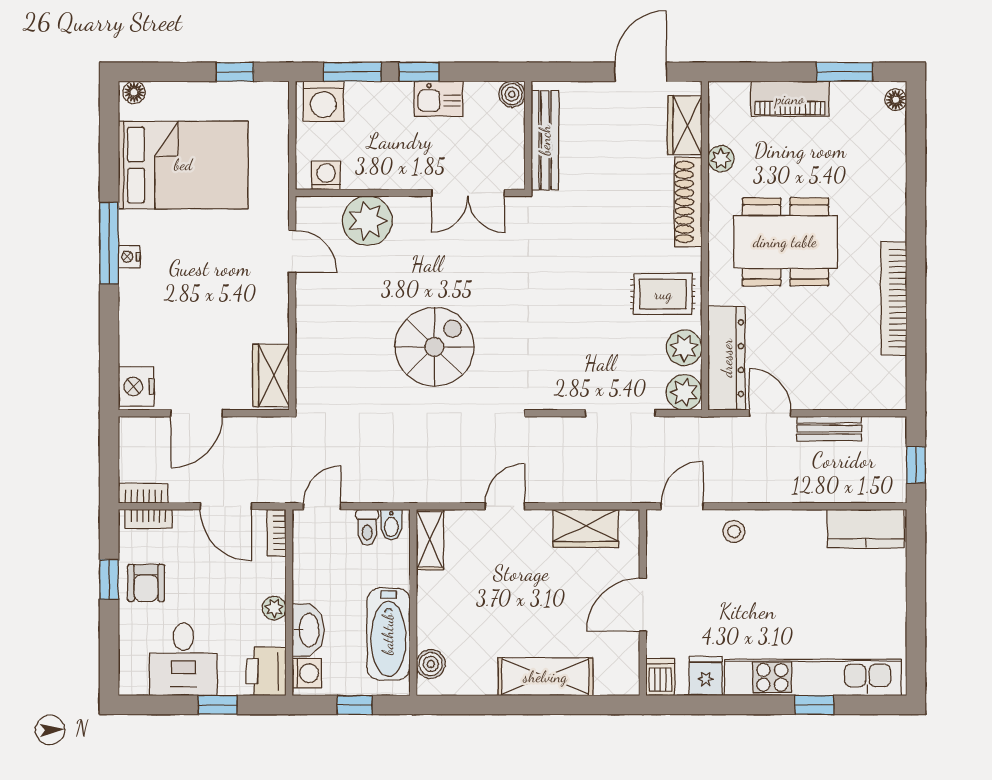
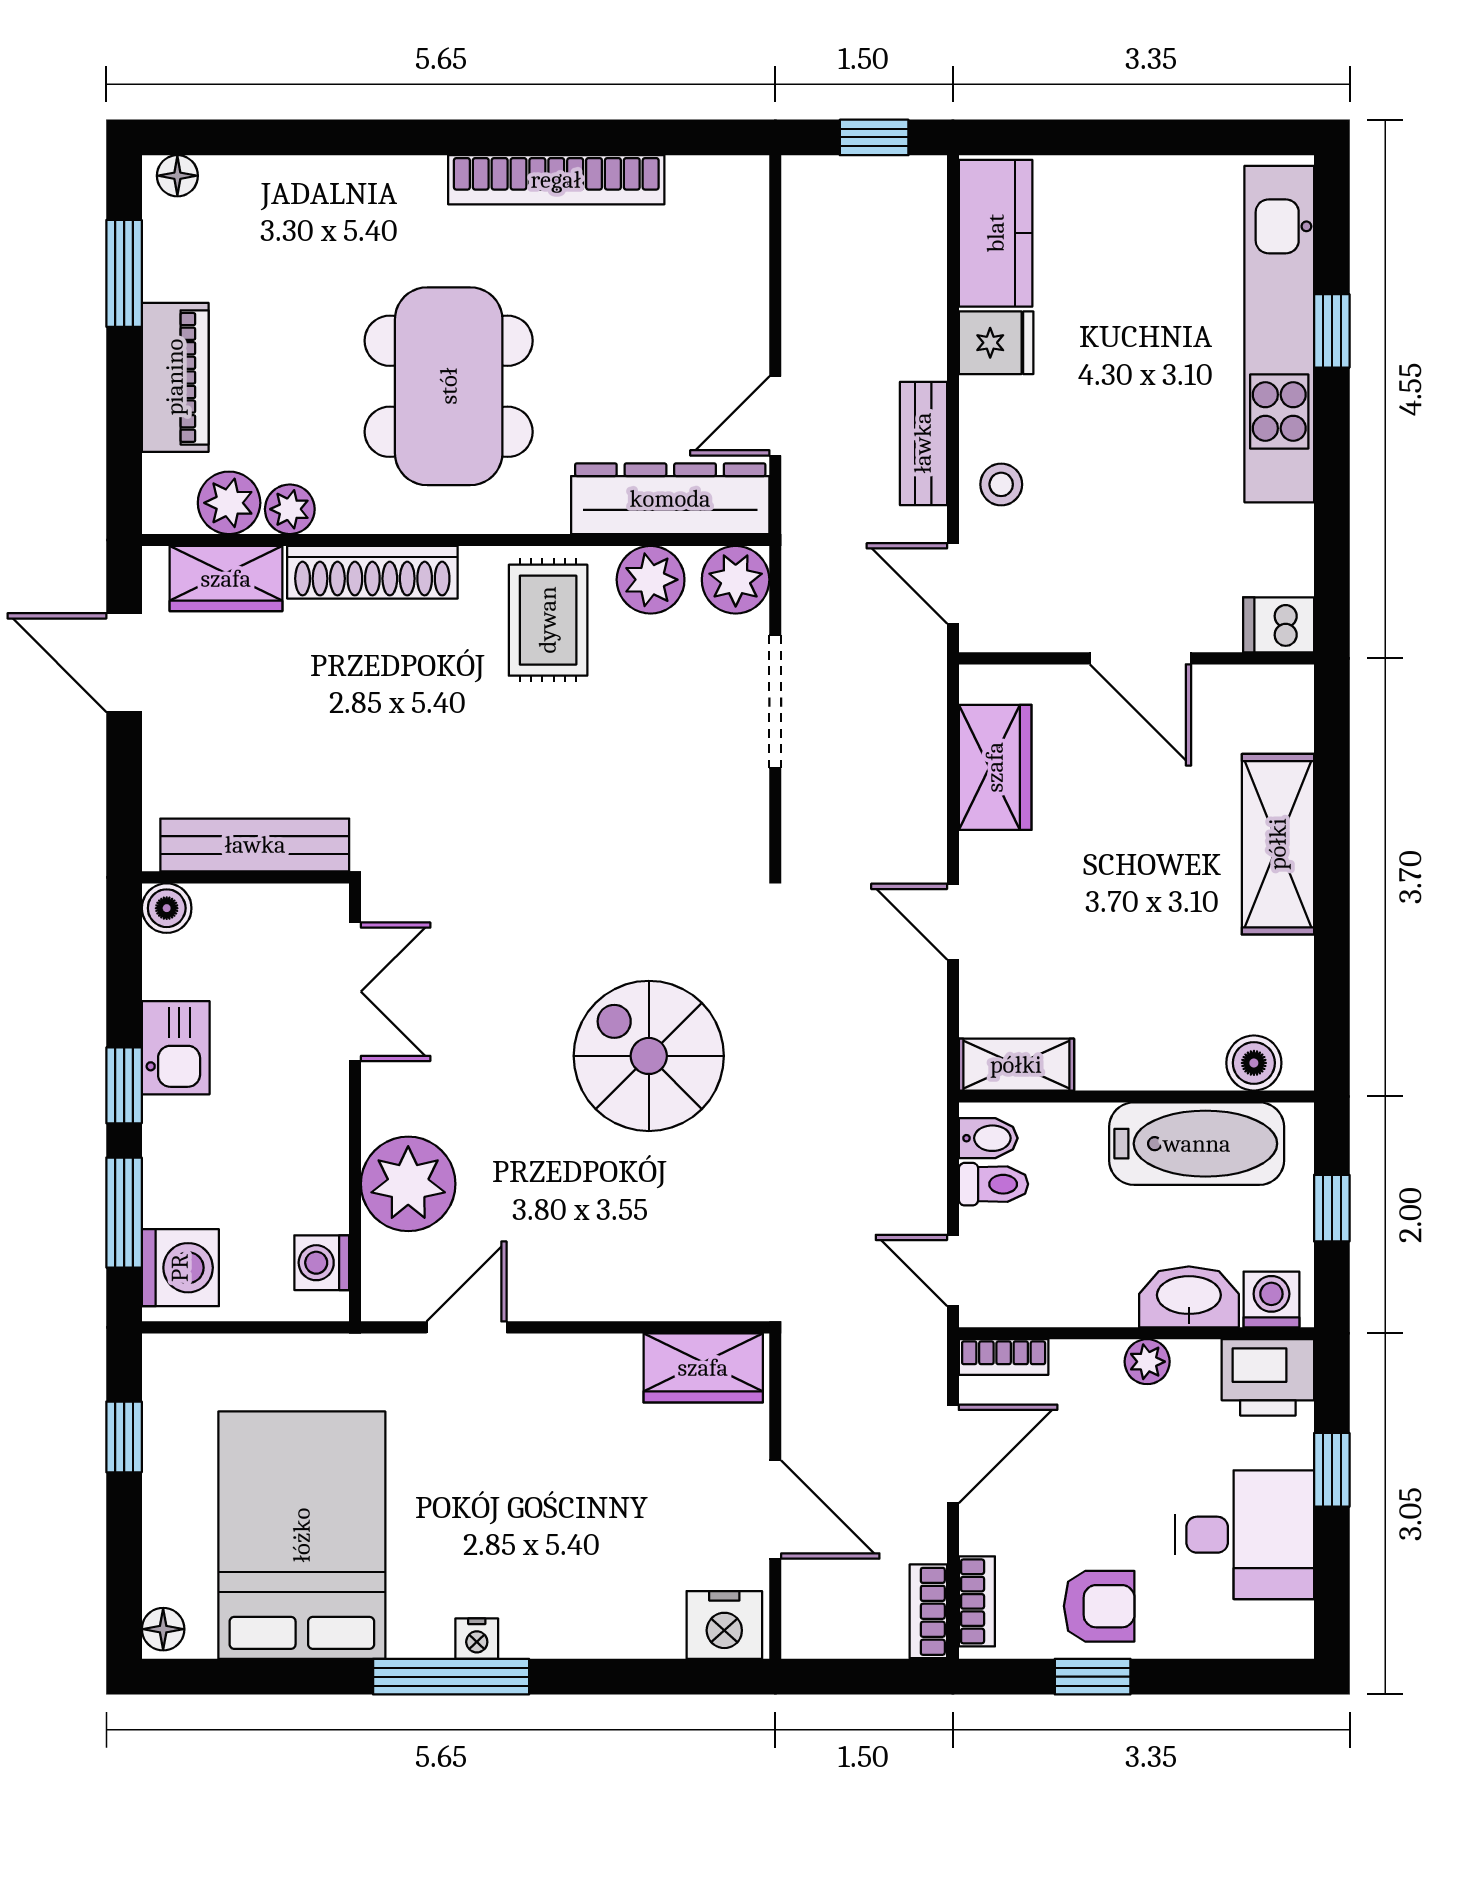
plant: (724, 127) -> (229, 503), added
bench: (829, 429) -> (923, 443), moved
fridge: (706, 676) -> (996, 343), moved, turned 180

